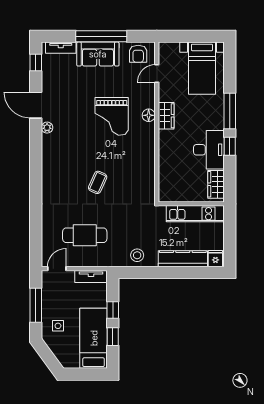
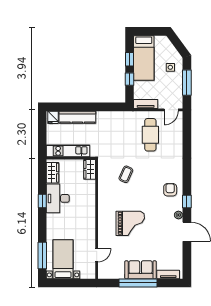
armchair: (138, 54) -> (170, 190), moved
window: (36, 63) -> (187, 202), moved
window: (230, 111) -> (42, 255), moved
floor lamp: (149, 115) -> (103, 224), removed
grand piano: (112, 116) -> (130, 223), turned 90
wardrobe: (166, 116) -> (90, 169), moved
coffee table: (98, 182) -> (126, 174), moved
cafe table: (85, 235) -> (150, 135), turned 90
stool: (137, 255) -> (111, 120), removed

